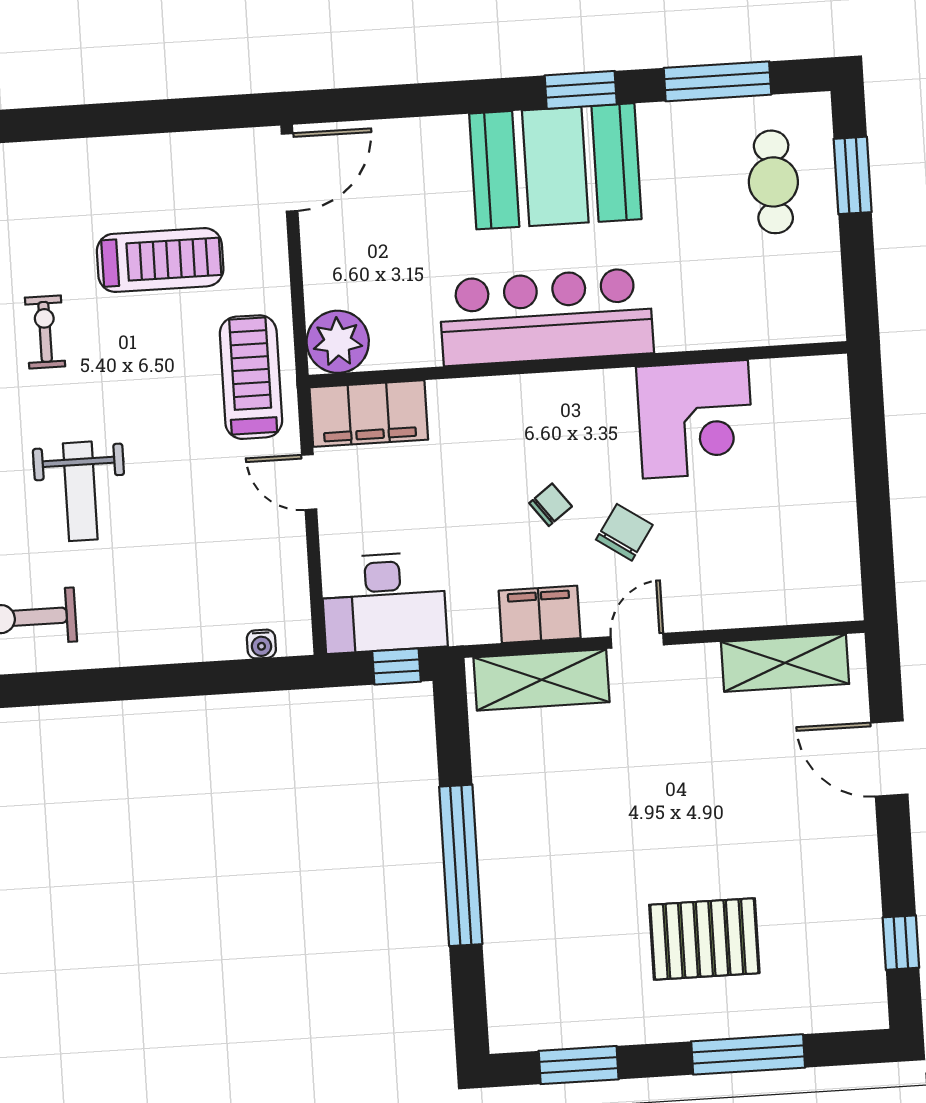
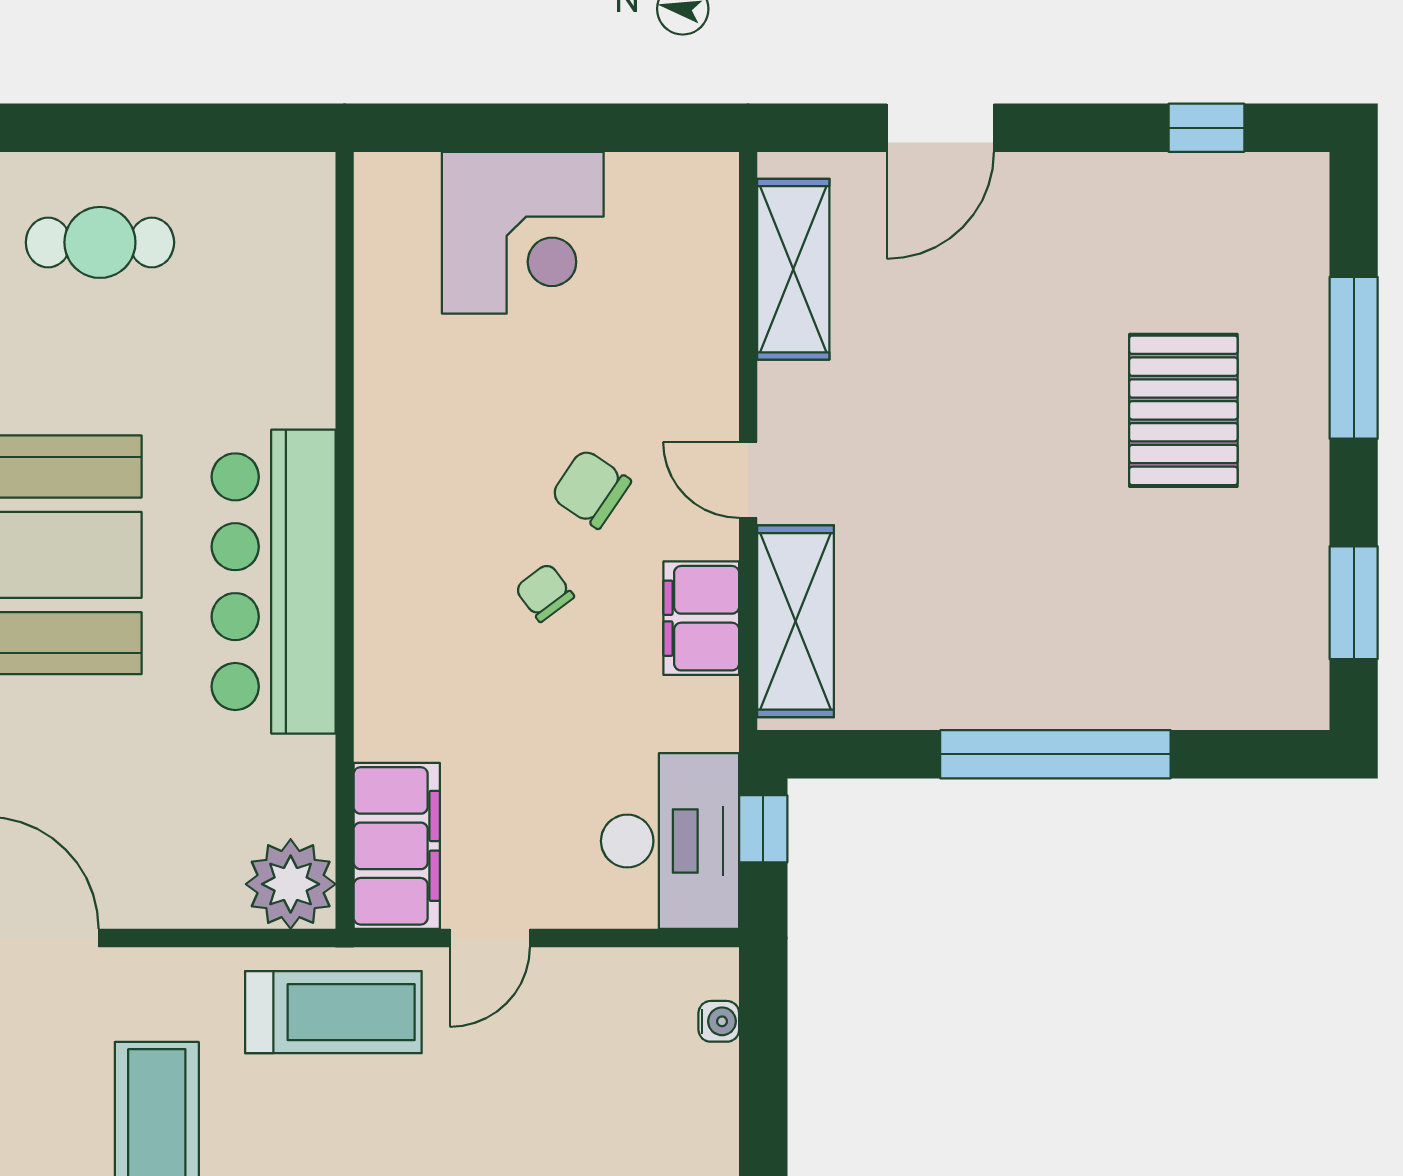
window: (853, 175) -> (98, 128), removed
treadmill: (251, 377) -> (333, 1012), turned 180
corner desk: (695, 419) -> (523, 233), moved, turned 90

